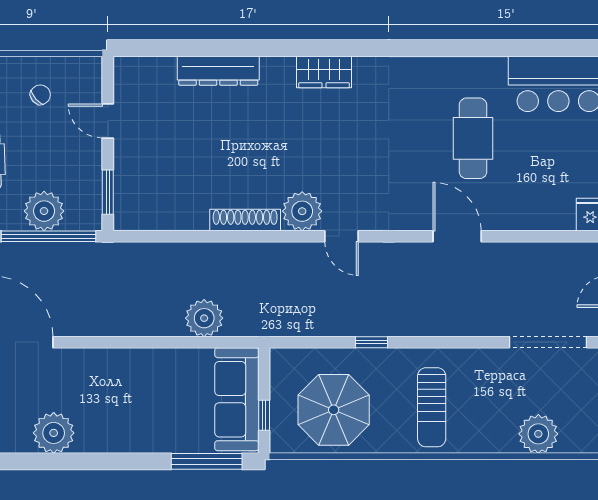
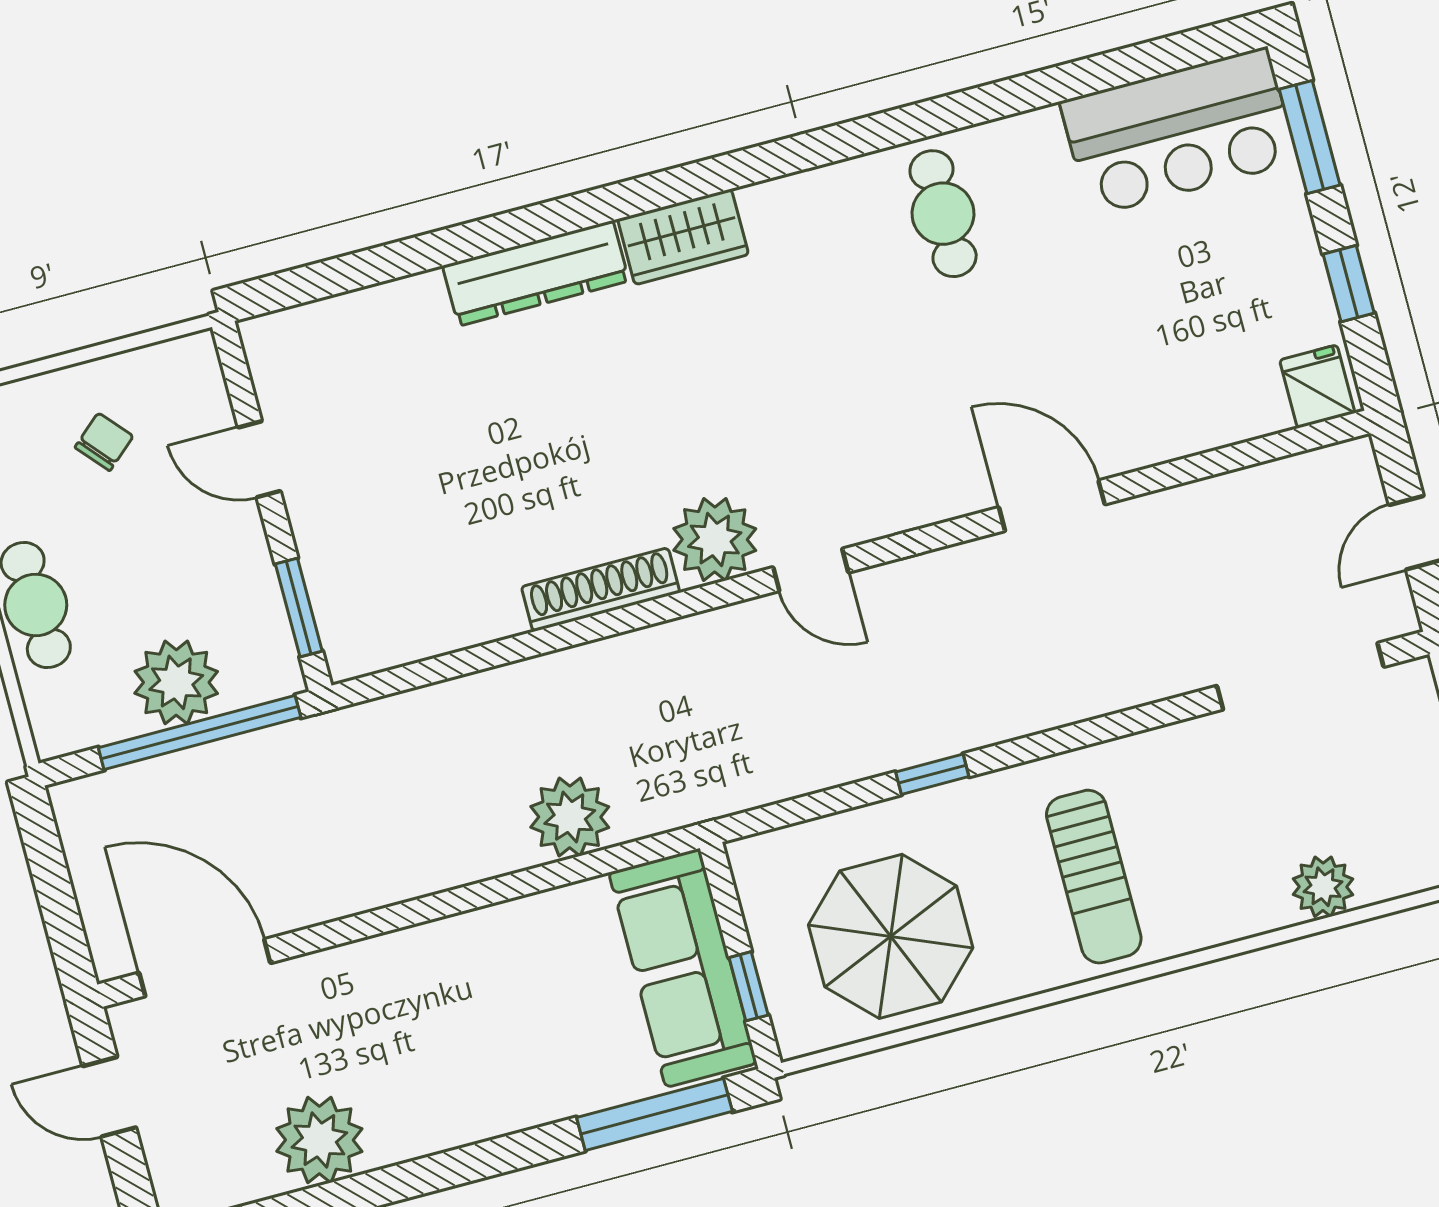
dresser: (218, 71) -> (536, 273), moved
cafe table: (473, 138) -> (943, 214), moved, width x0.73, depth x0.74
plant: (538, 434) -> (1323, 887), width x0.73, depth x0.73

